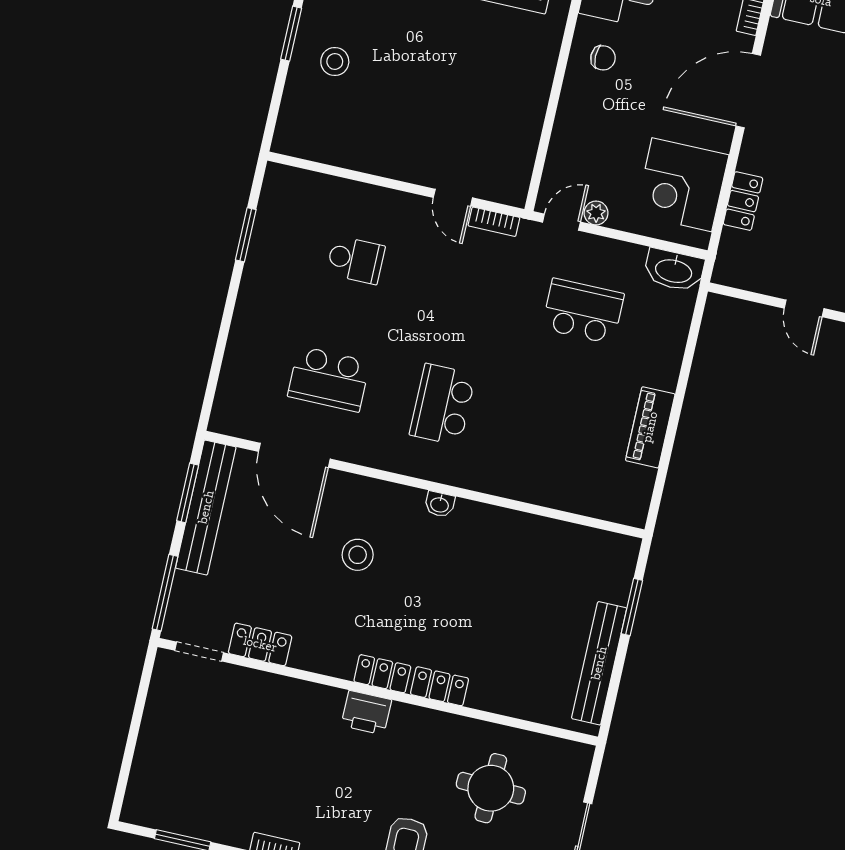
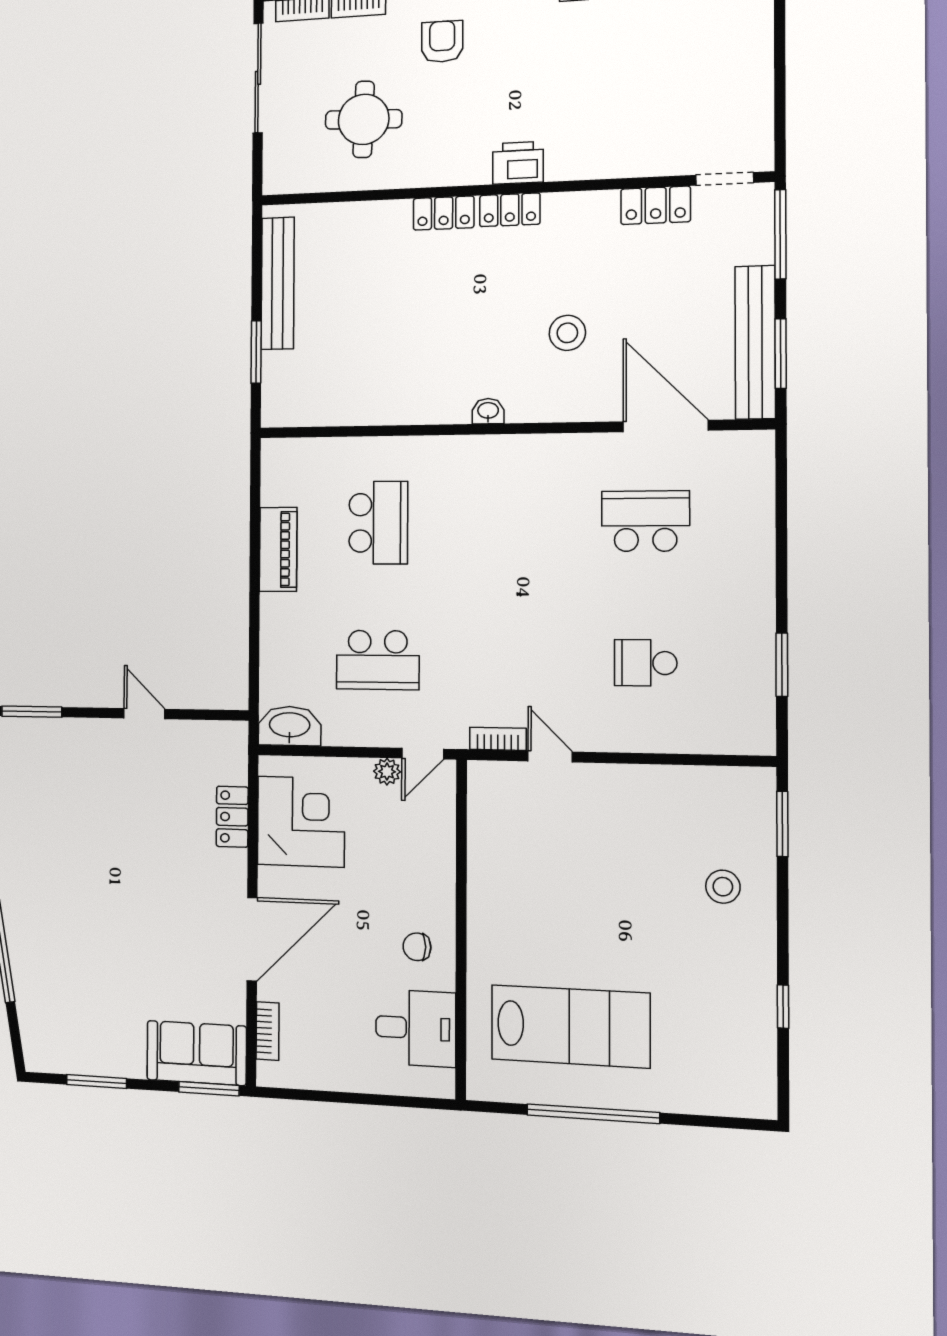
window: (291, 34) -> (782, 824), moved
school desk: (442, 405) -> (378, 523), moved

